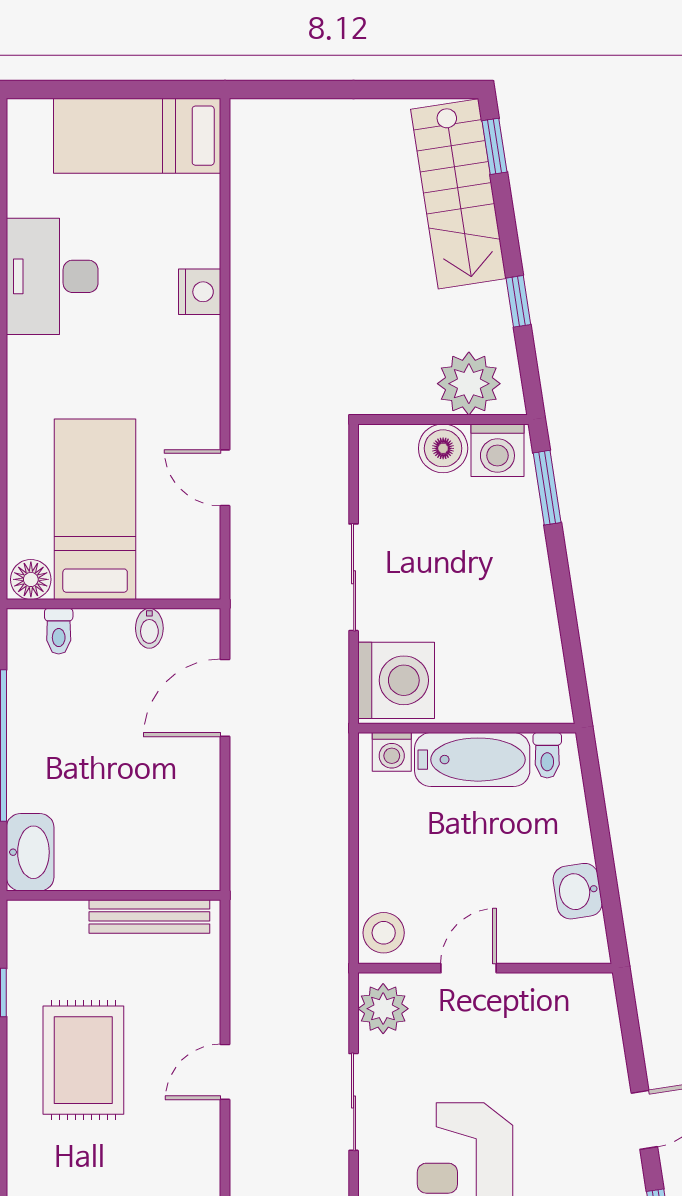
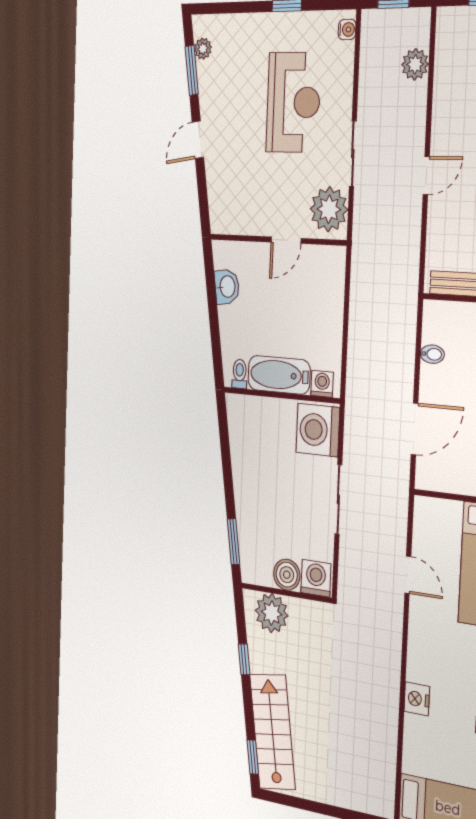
washing machine: (497, 450) -> (316, 578), moved
bidet: (149, 628) -> (432, 354), moved, turned 90
stool: (384, 933) -> (331, 266), removed
plant: (383, 1009) -> (329, 209), width x1.36, depth x1.36

